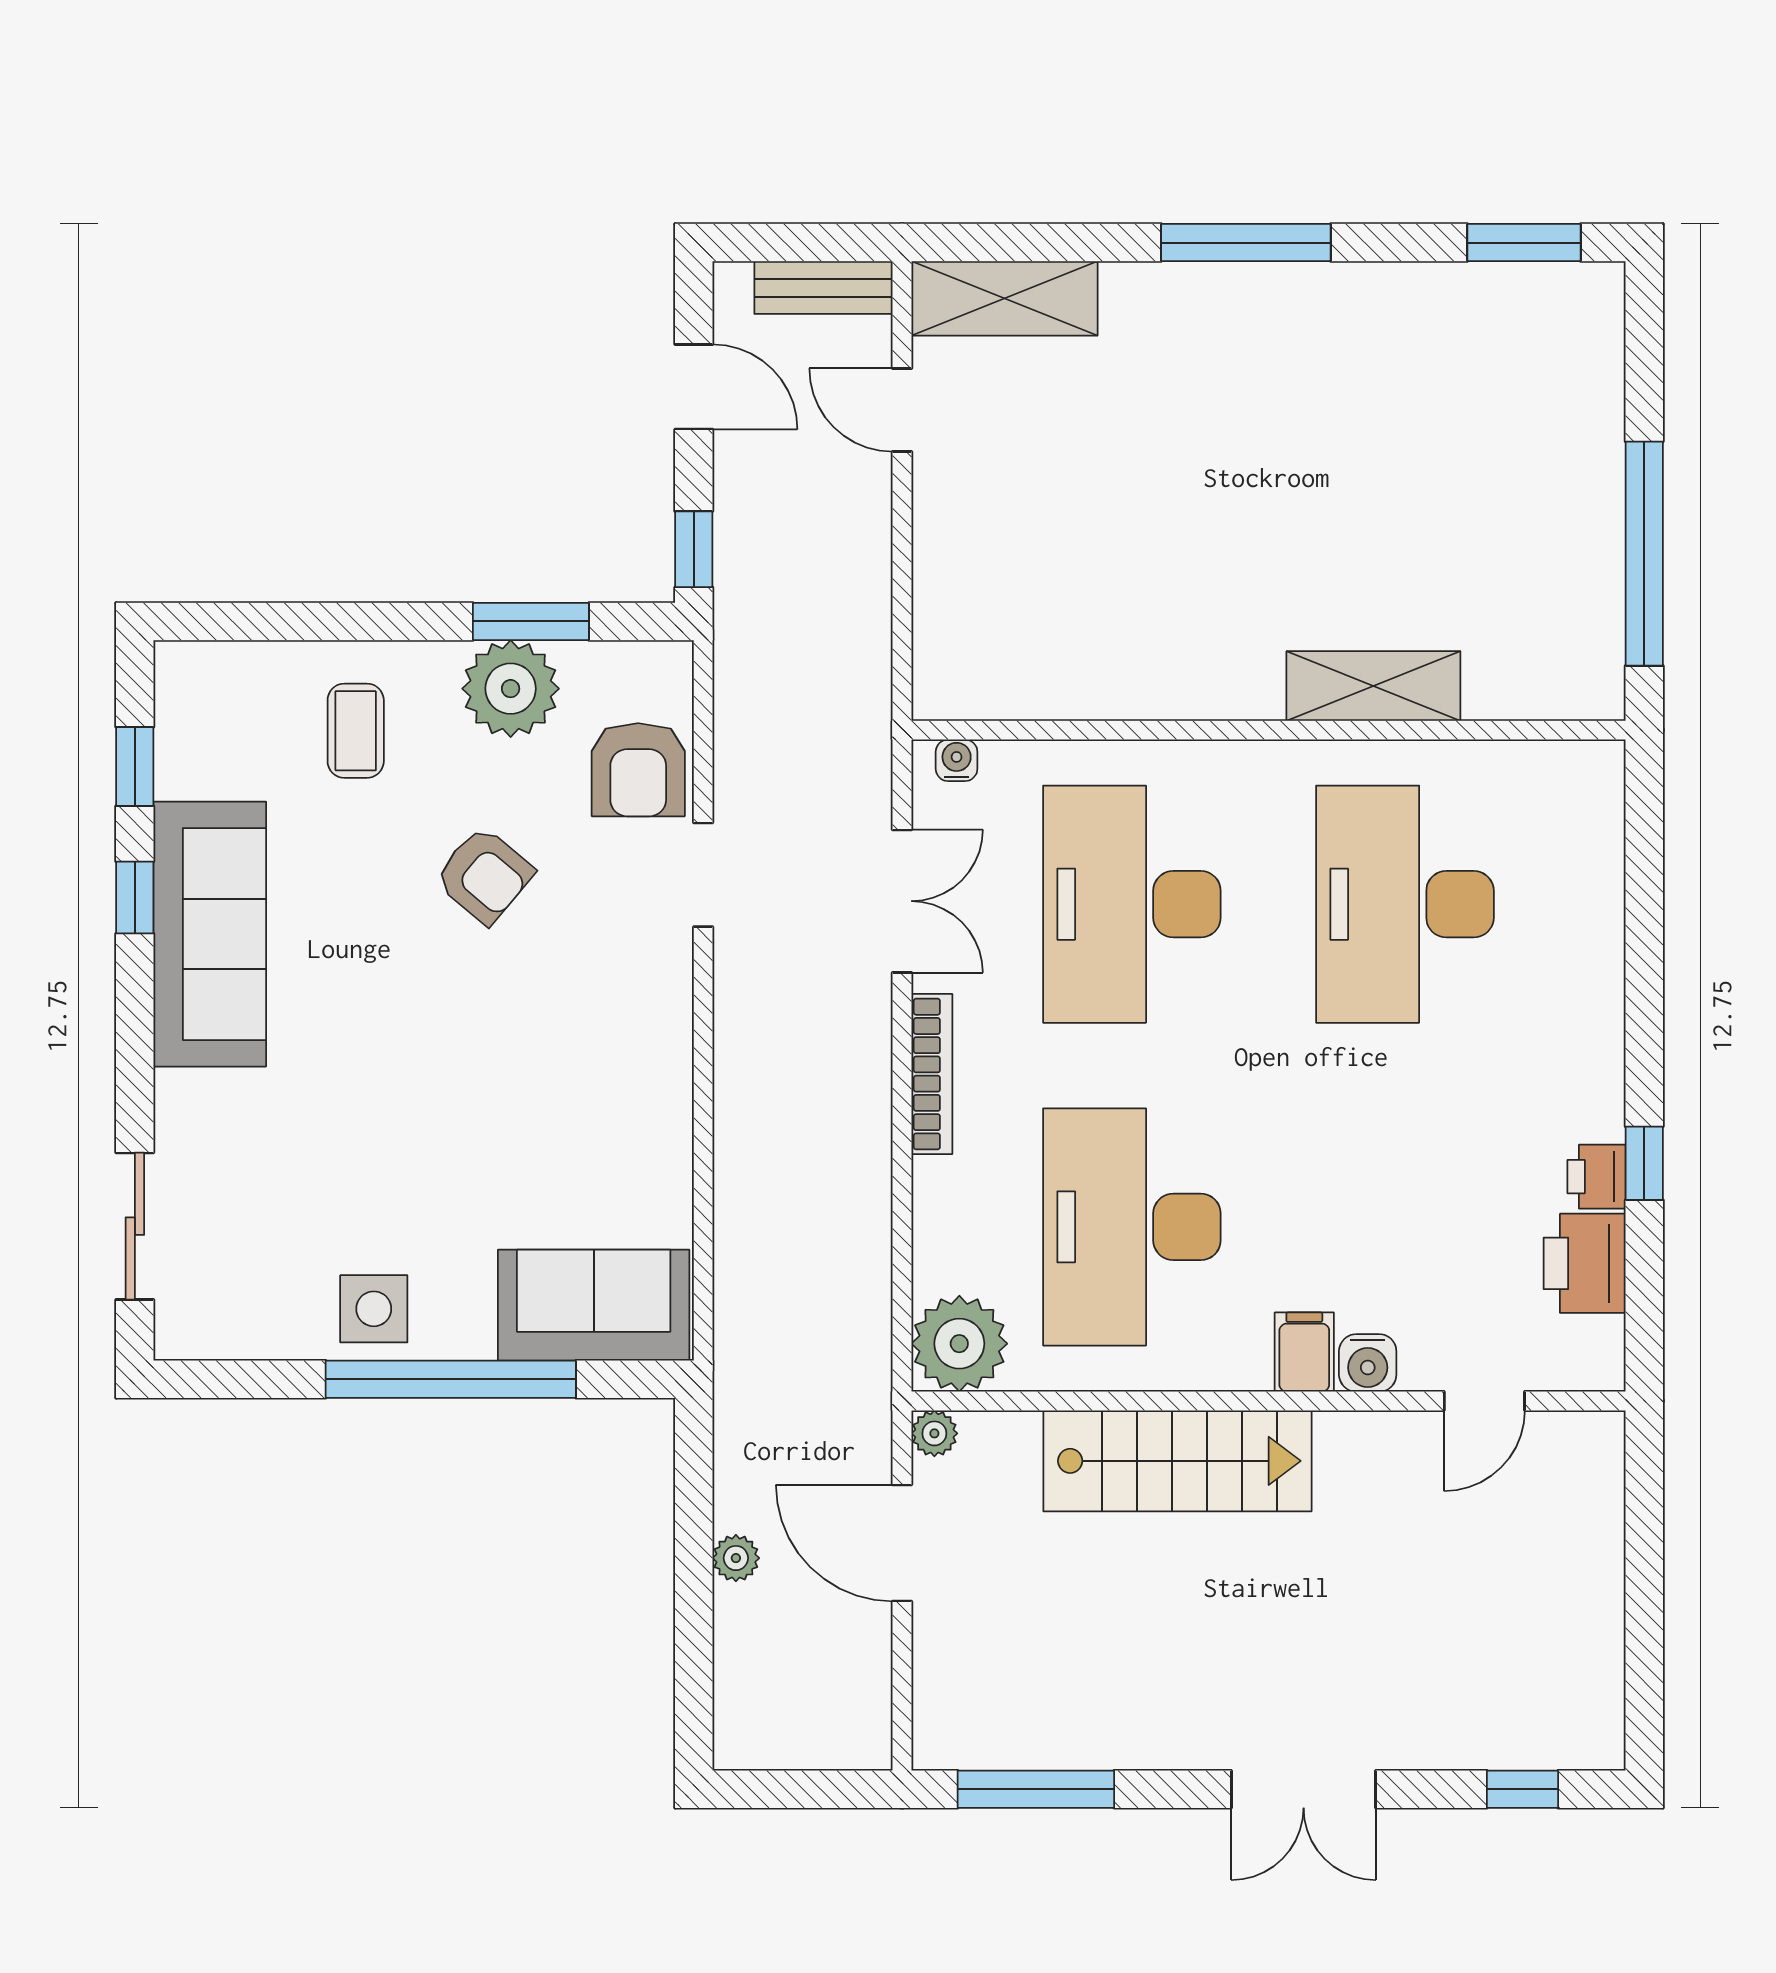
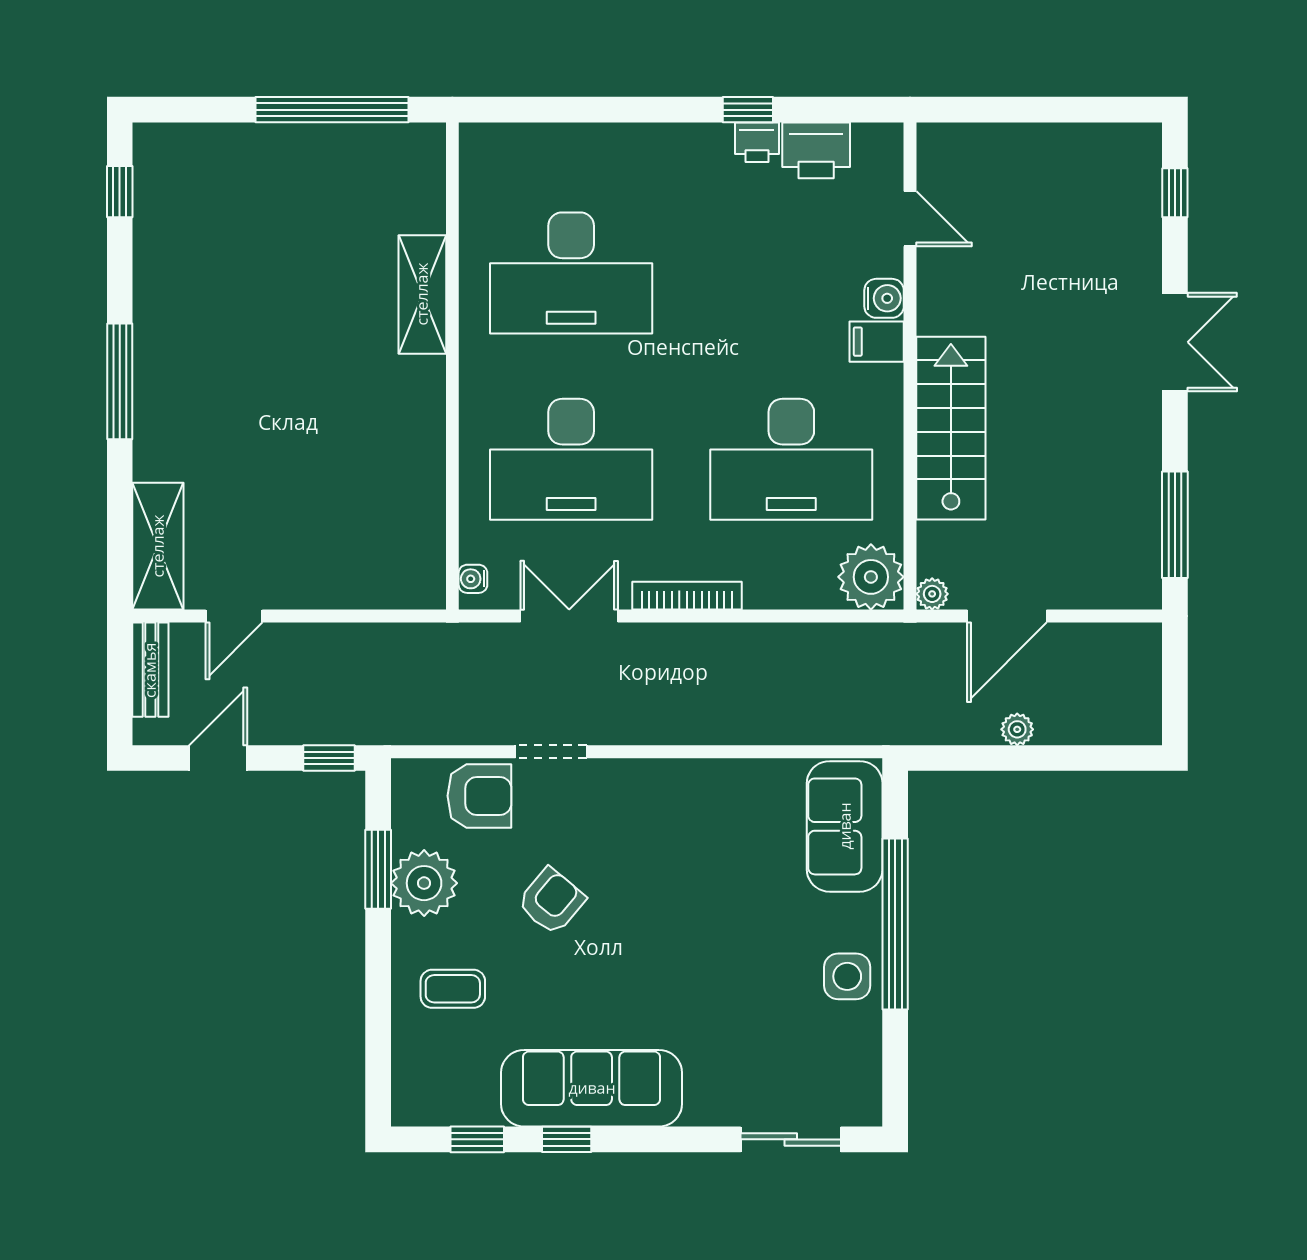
window: (1524, 243) -> (120, 192), width x0.67

